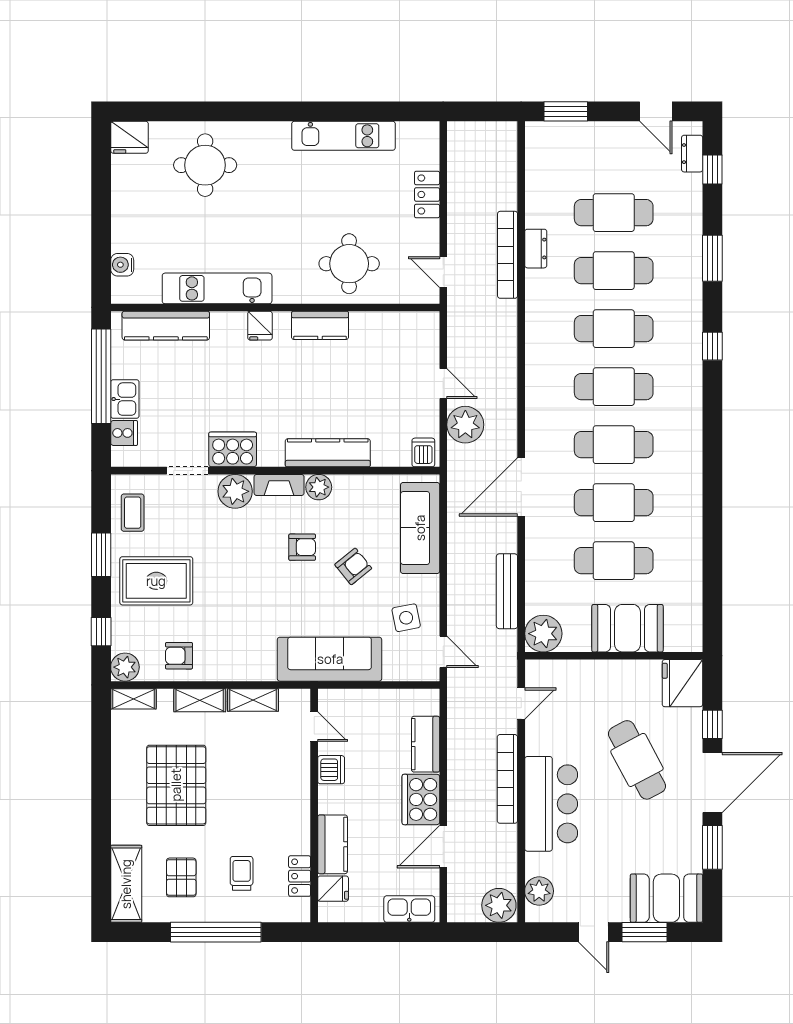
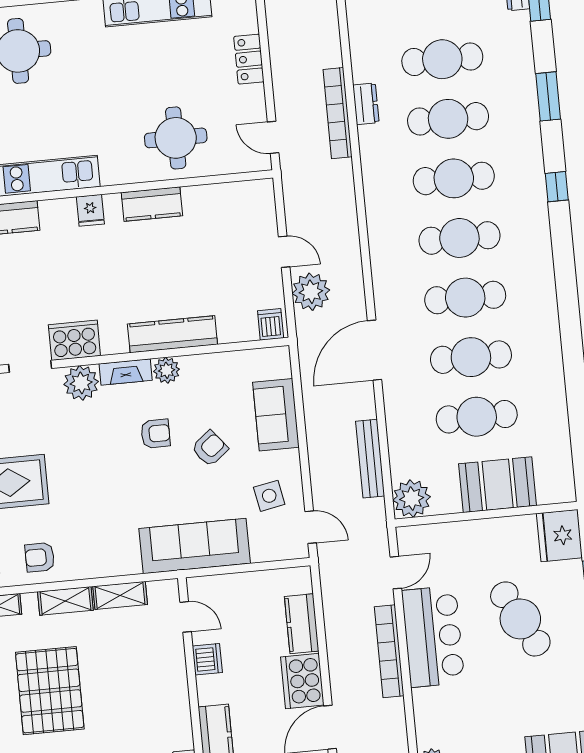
sofa: (420, 528) -> (276, 415), width x0.73
bar counter: (551, 804) -> (433, 637), moved

